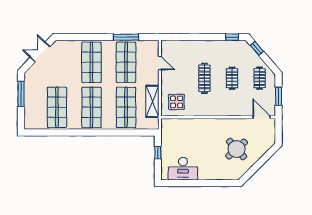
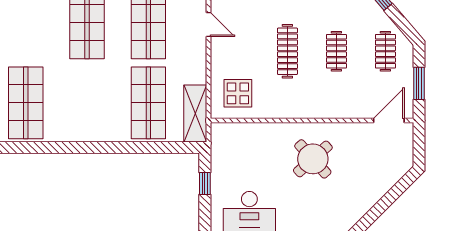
shelving: (152, 101) -> (195, 113), moved
shop shelf: (91, 107) -> (87, 103), removed
door: (262, 117) -> (389, 121), hinge flipped
round table: (236, 149) -> (313, 159), moved

